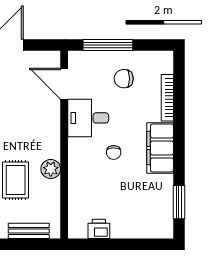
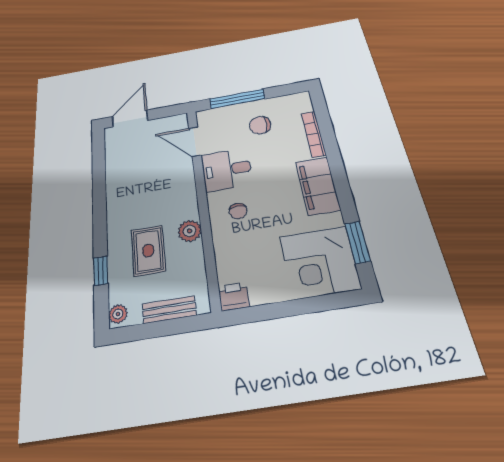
chair: (114, 152) -> (238, 211), moved
corner desk: (147, 213) -> (320, 262), added
printer: (99, 229) -> (234, 297), moved

